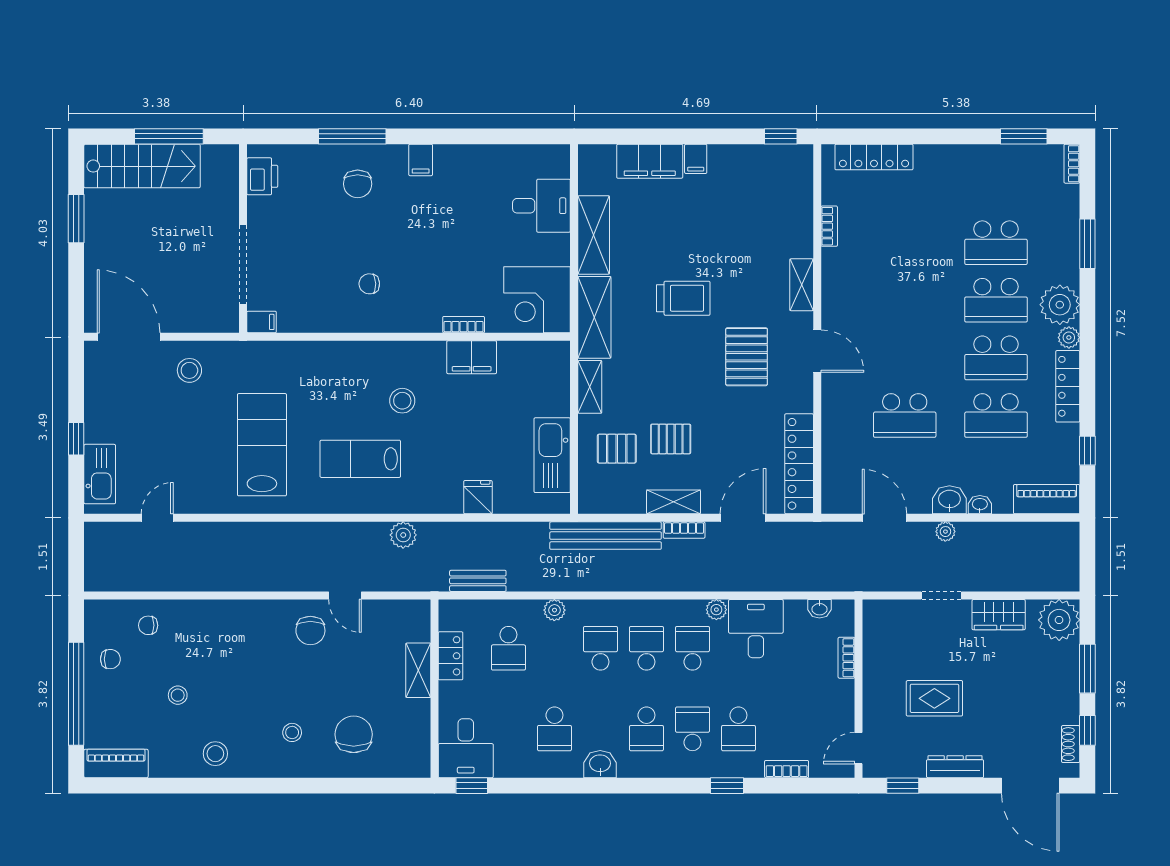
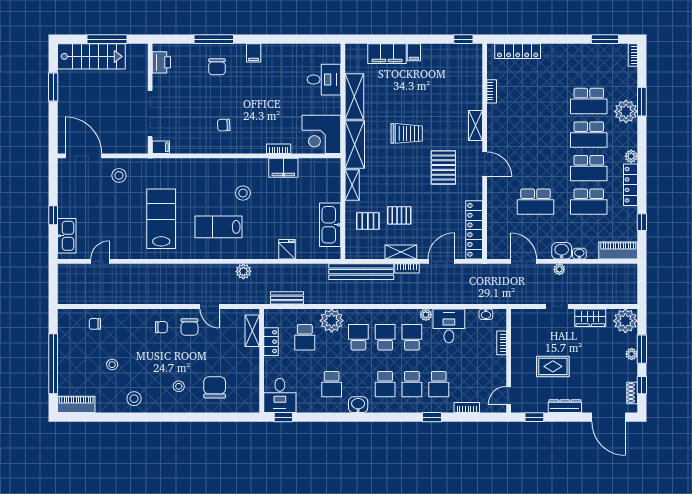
plant: (1060, 305) -> (626, 111), moved
plant: (554, 610) -> (332, 321), width x1.88, depth x1.88
chair: (110, 659) -> (161, 327), moved
shelving: (418, 670) -> (252, 331), moved
plant: (1069, 677) -> (632, 354), added
school desk: (692, 729) -> (412, 384), turned 180

